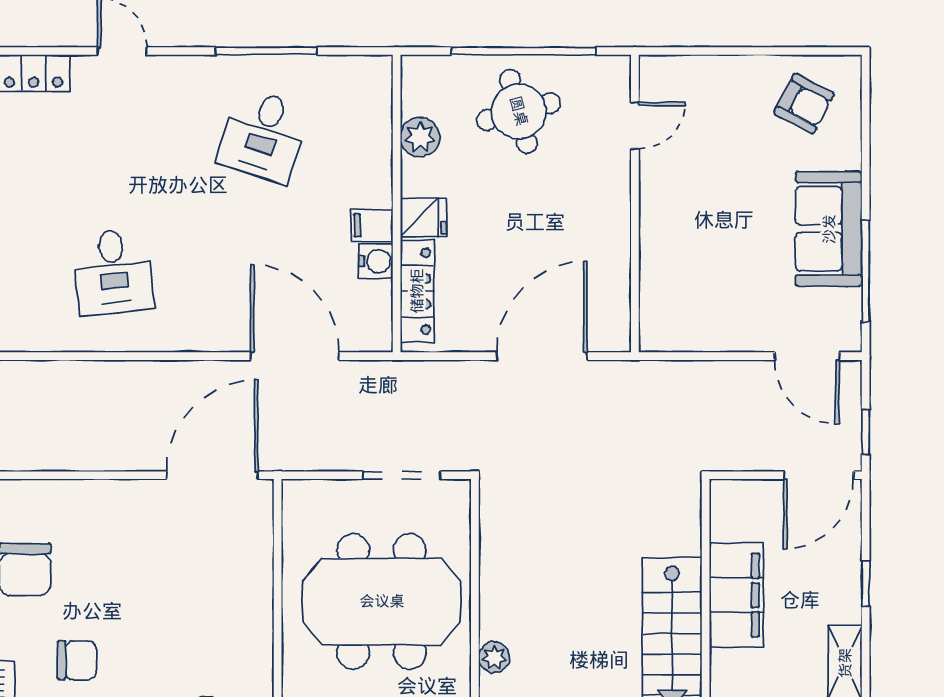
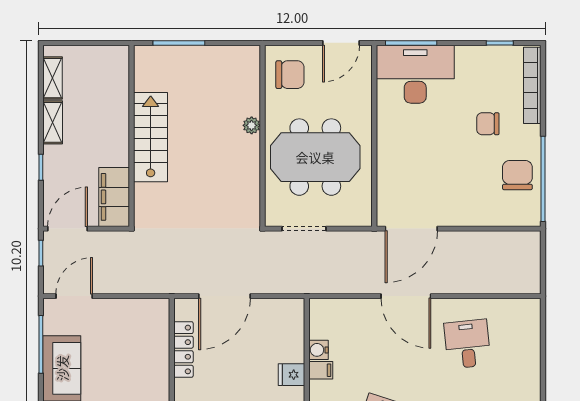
locker: (417, 291) -> (183, 349), moved, turned 180
door: (295, 356) -> (406, 296), moved
door: (807, 356) -> (74, 296), hinge flipped
filing cabinet: (736, 595) -> (114, 197), moved

